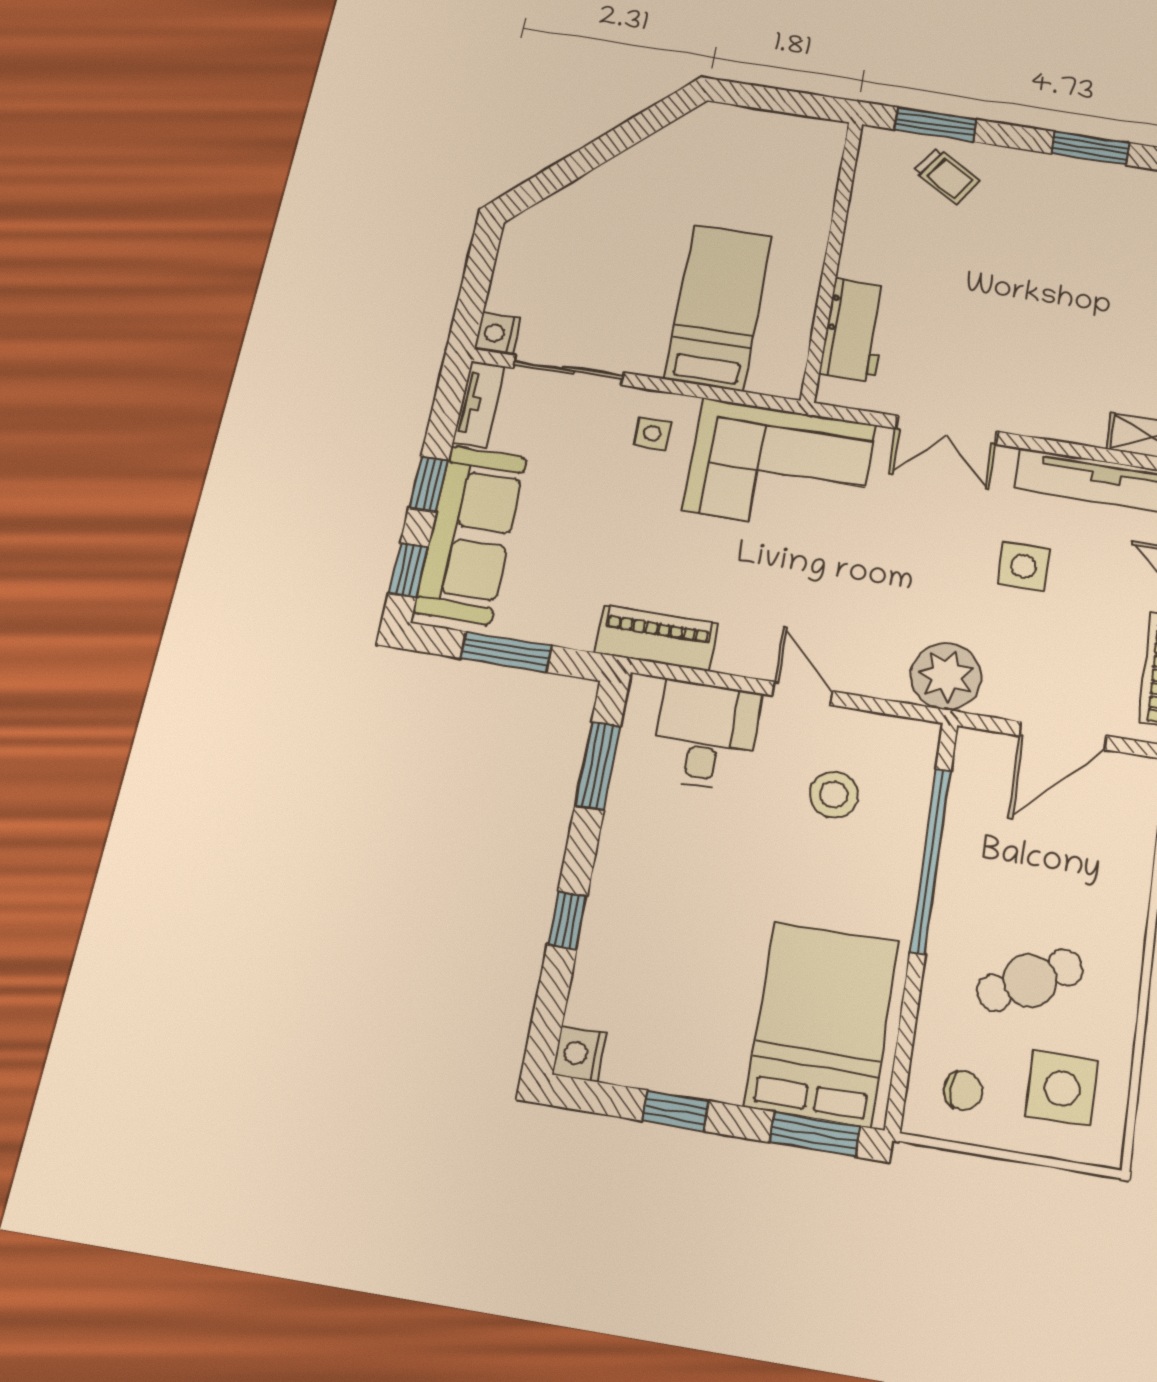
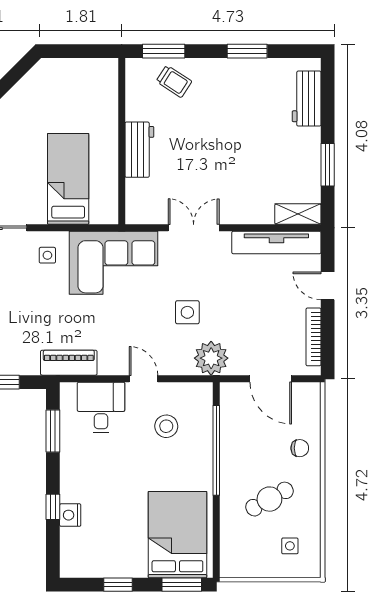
workbench: (855, 330) -> (139, 150), moved
double door: (947, 430) -> (194, 228), swing flipped
side table: (1024, 566) -> (187, 312), moved
door: (1063, 736) -> (271, 379), hinge flipped
nightstand: (579, 1053) -> (70, 515), moved
side table: (1062, 1088) -> (290, 546), width x0.54, depth x0.54
chair: (963, 1090) -> (300, 448), moved

